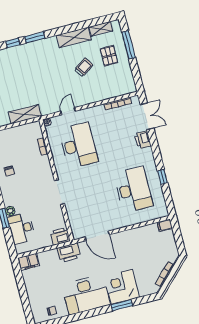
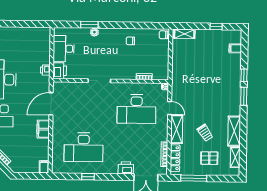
window: (129, 45) -> (194, 178), moved
locker: (119, 91) -> (175, 158), added
shelving: (25, 114) -> (177, 129), moved
desk: (22, 228) -> (64, 49), moved, turned -90
printer: (69, 253) -> (45, 70), width x0.53, depth x0.68
filing cabinet: (29, 262) -> (43, 129), moved

